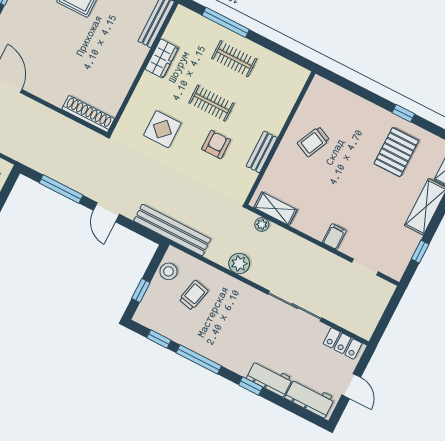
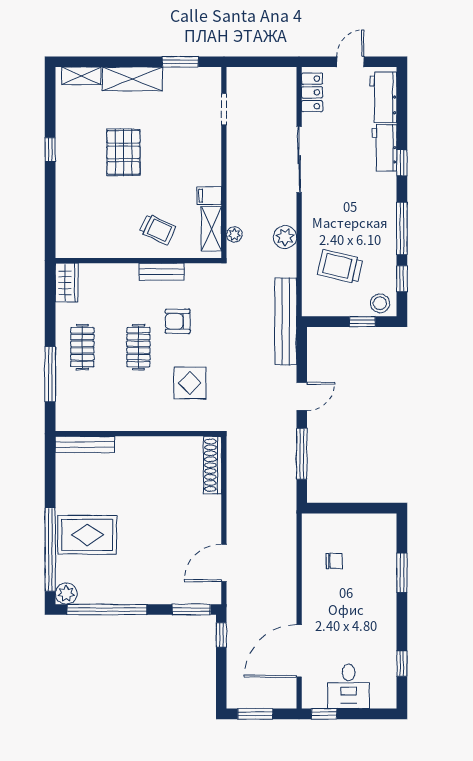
wardrobe: (162, 58) -> (67, 283), moved, turned 90
trolley: (313, 142) -> (158, 229), moved
pallet: (396, 152) -> (123, 152), moved, turned 90
filing cabinet: (334, 237) -> (209, 196), moved
window: (420, 252) -> (180, 62), width x1.50
stool: (168, 271) -> (380, 303), moved
trolley: (194, 295) -> (340, 267), width x1.36, depth x1.39

